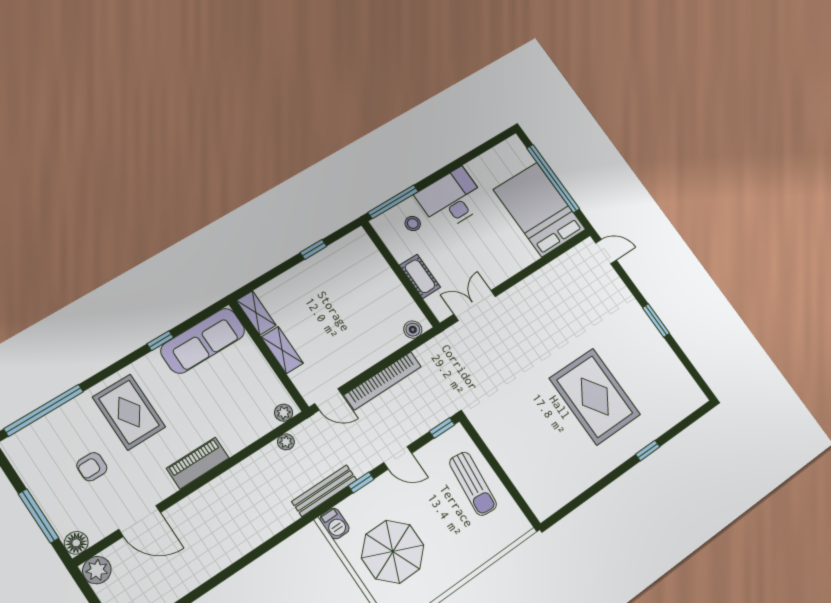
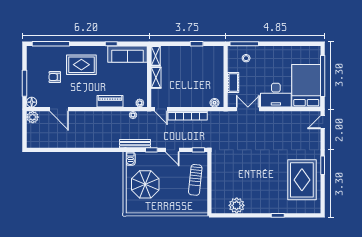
desk: (451, 199) -> (276, 95), moved, turned 180
door: (606, 251) -> (323, 122), swing flipped
rug: (595, 396) -> (302, 180), moved
rug: (129, 412) -> (81, 65), turned 90
piano: (198, 463) -> (110, 101), moved
plant: (572, 480) -> (237, 205), added

